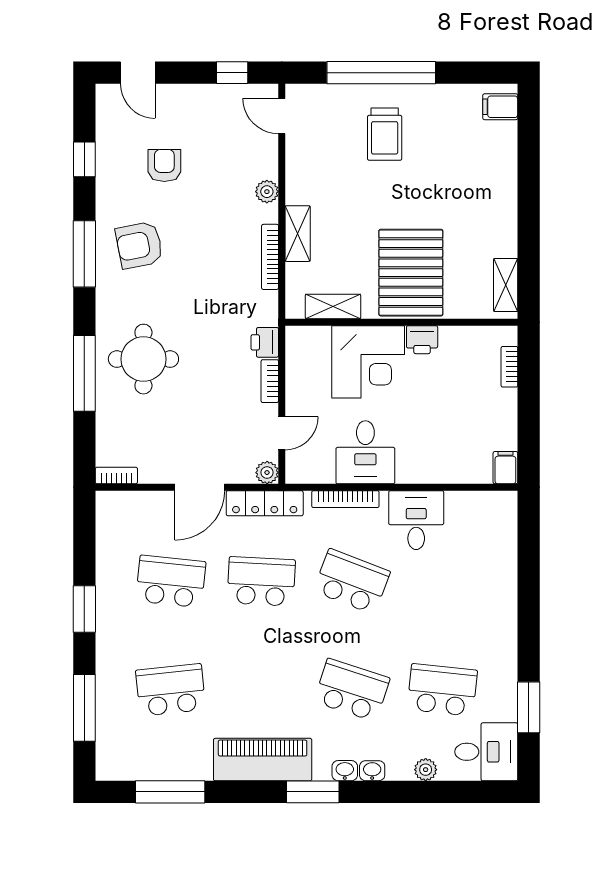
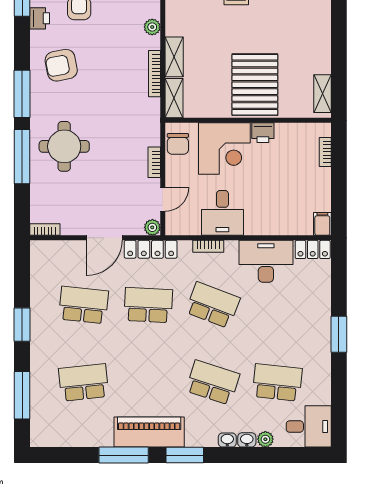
window: (84, 254) -> (22, 94), moved
shelving: (333, 307) -> (174, 98), moved, turned 90
printer: (265, 342) -> (40, 18), moved, turned 180
chair: (303, 355) -> (178, 144), added
bookcase: (345, 499) -> (208, 246), width x0.64
locker: (492, 504) -> (313, 249), added
desk: (416, 520) -> (266, 261), width x1.37
window: (529, 707) -> (339, 334), moved
washbasin: (345, 771) -> (247, 440), moved
window: (170, 792) -> (124, 455), moved

